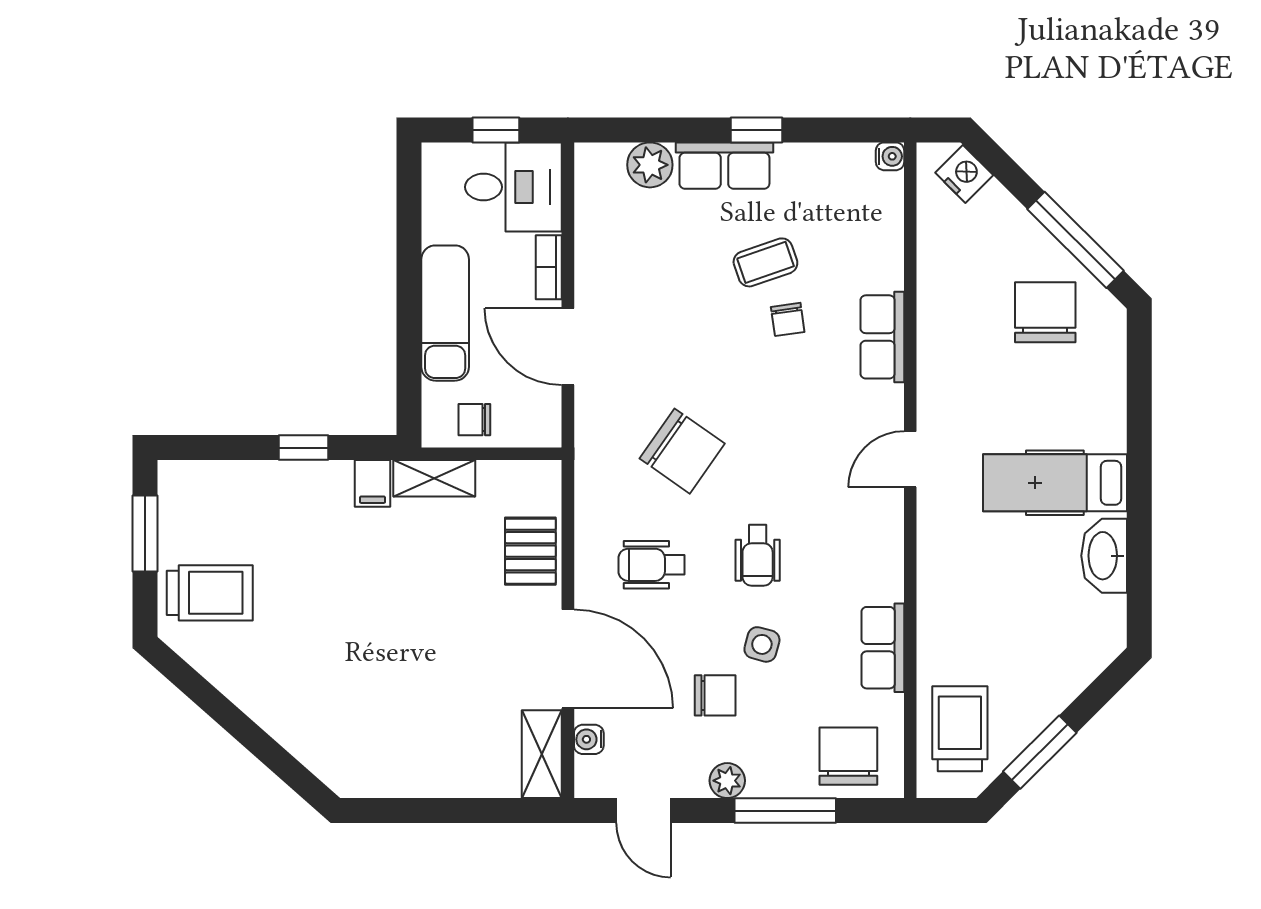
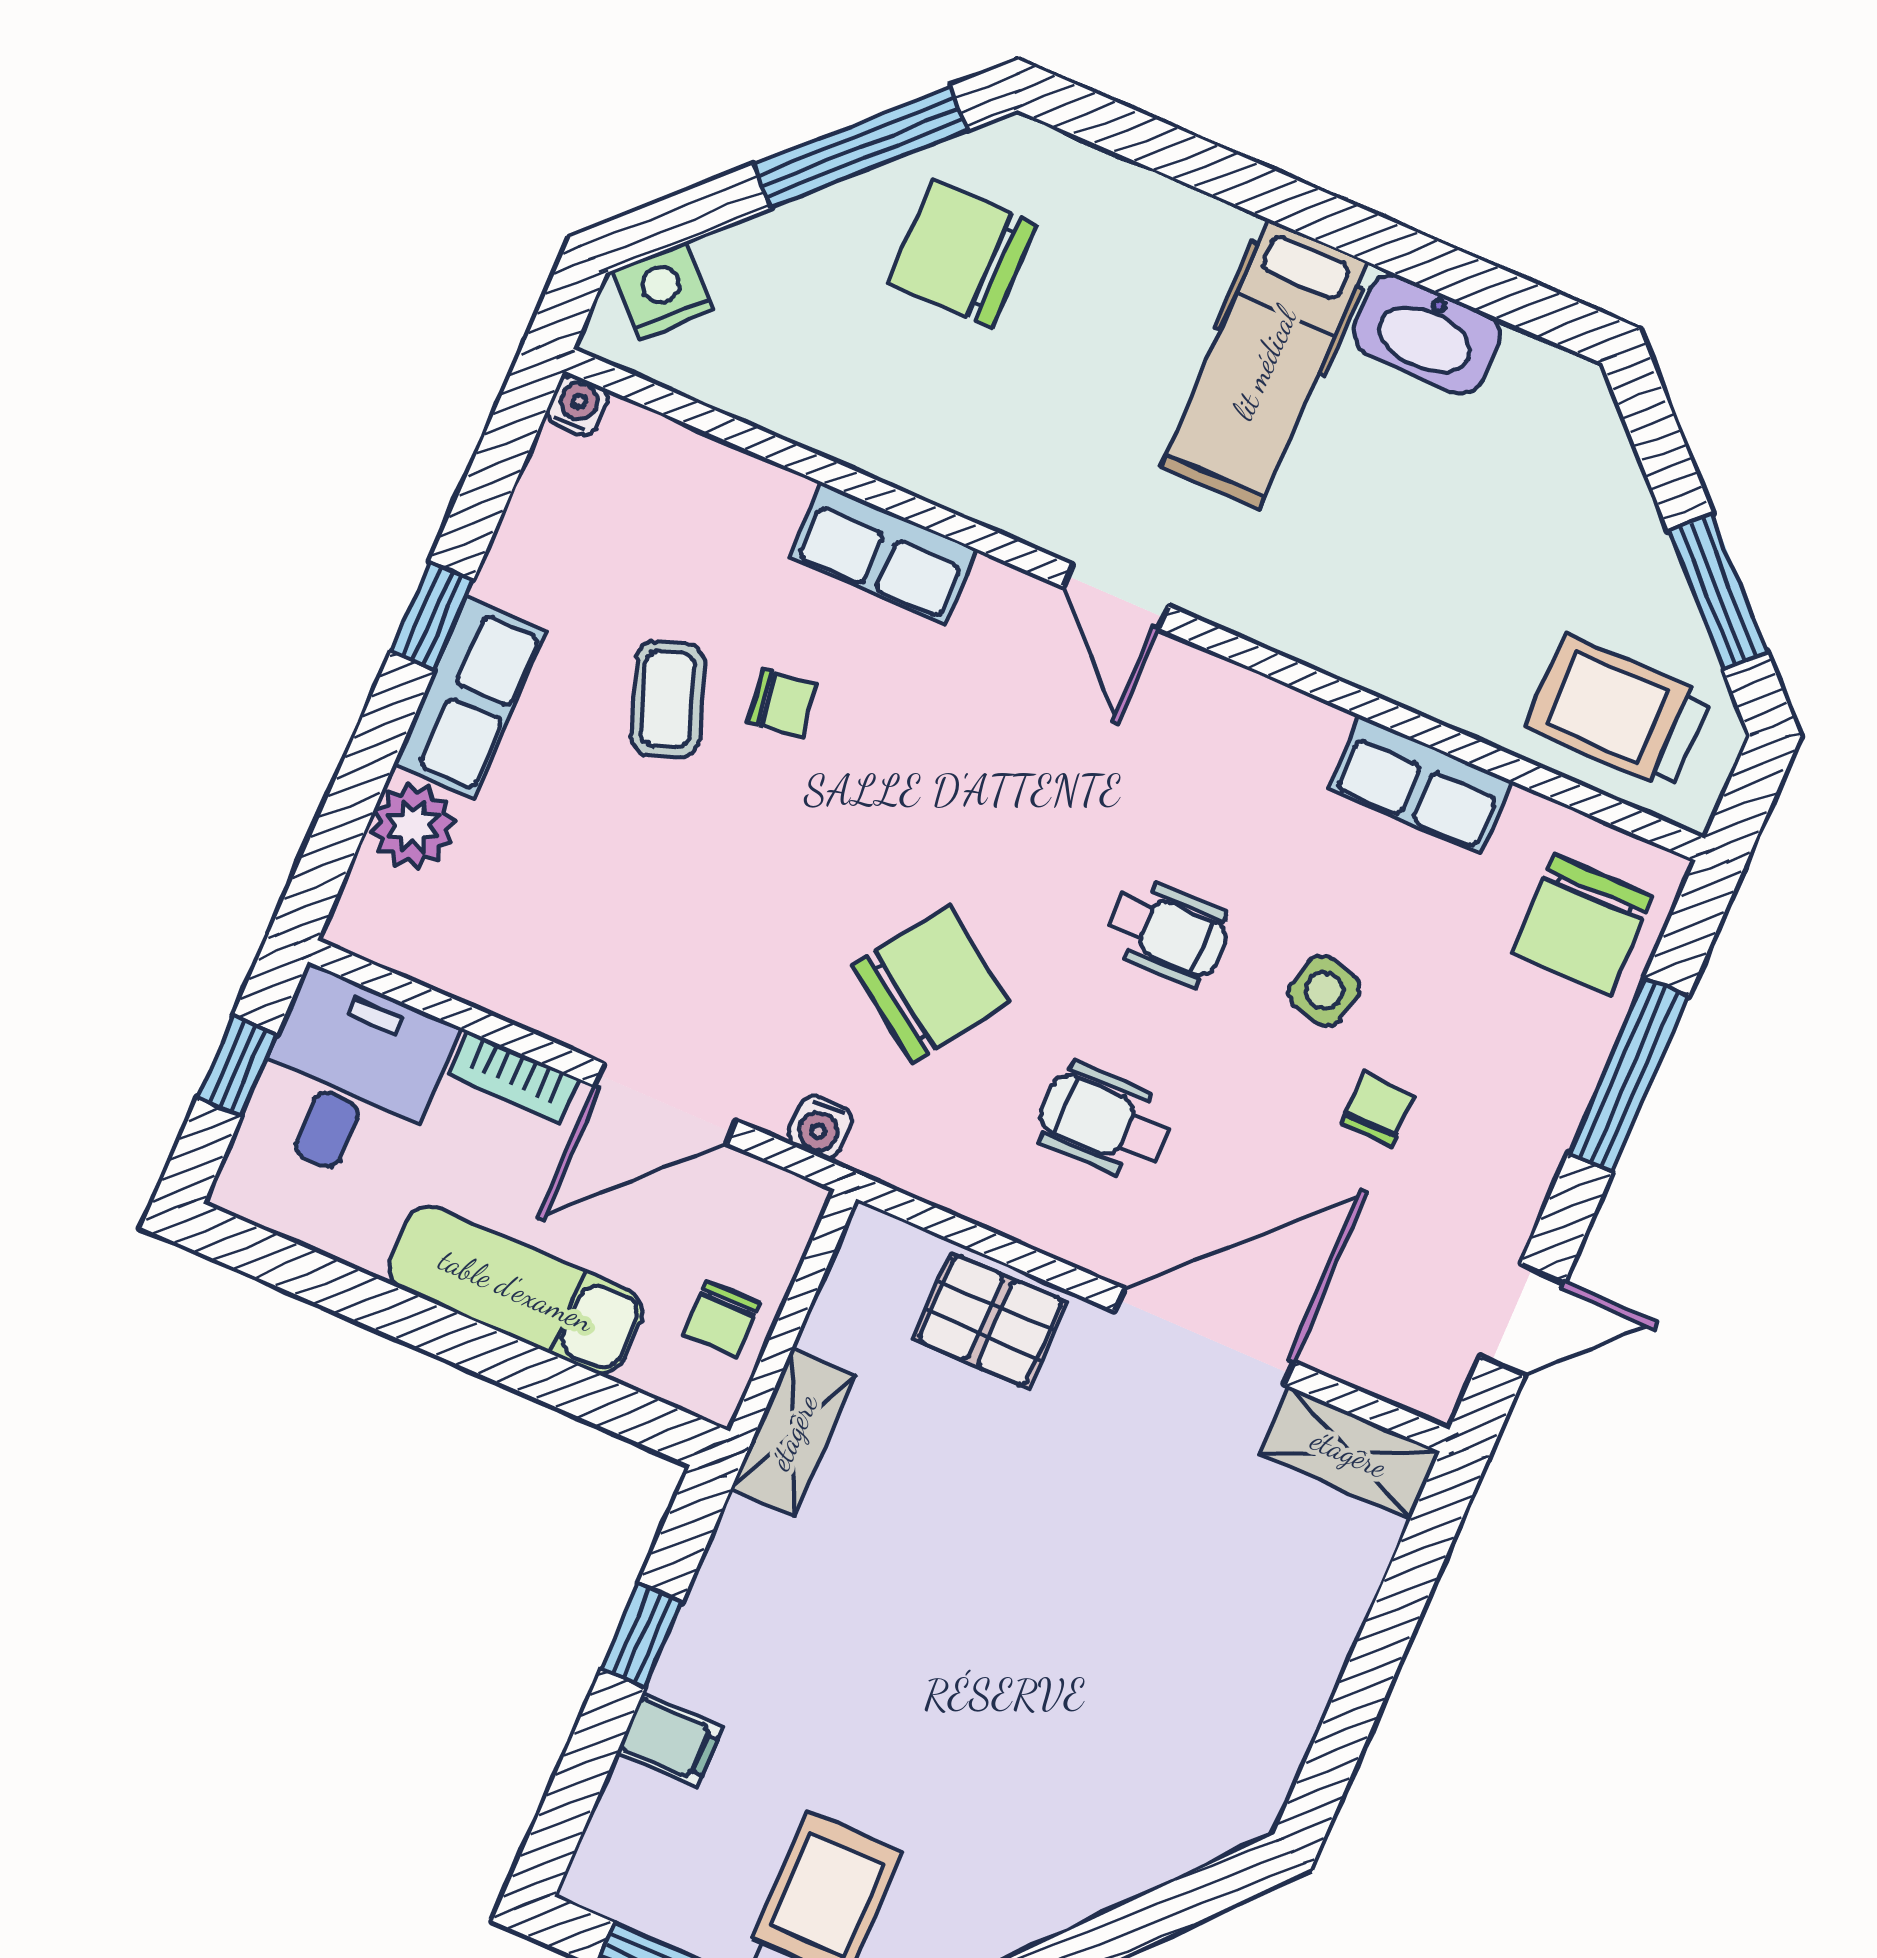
filing cabinet: (372, 483) -> (670, 1740), moved
wheelchair: (652, 565) -> (1104, 1122), turned 90
chair: (715, 695) -> (1377, 1110), width x0.73, depth x0.73
water cooler: (589, 739) -> (820, 1127), moved
chair: (848, 756) -> (1582, 925), turned -90
plant: (727, 781) -> (1533, 1152), removed

